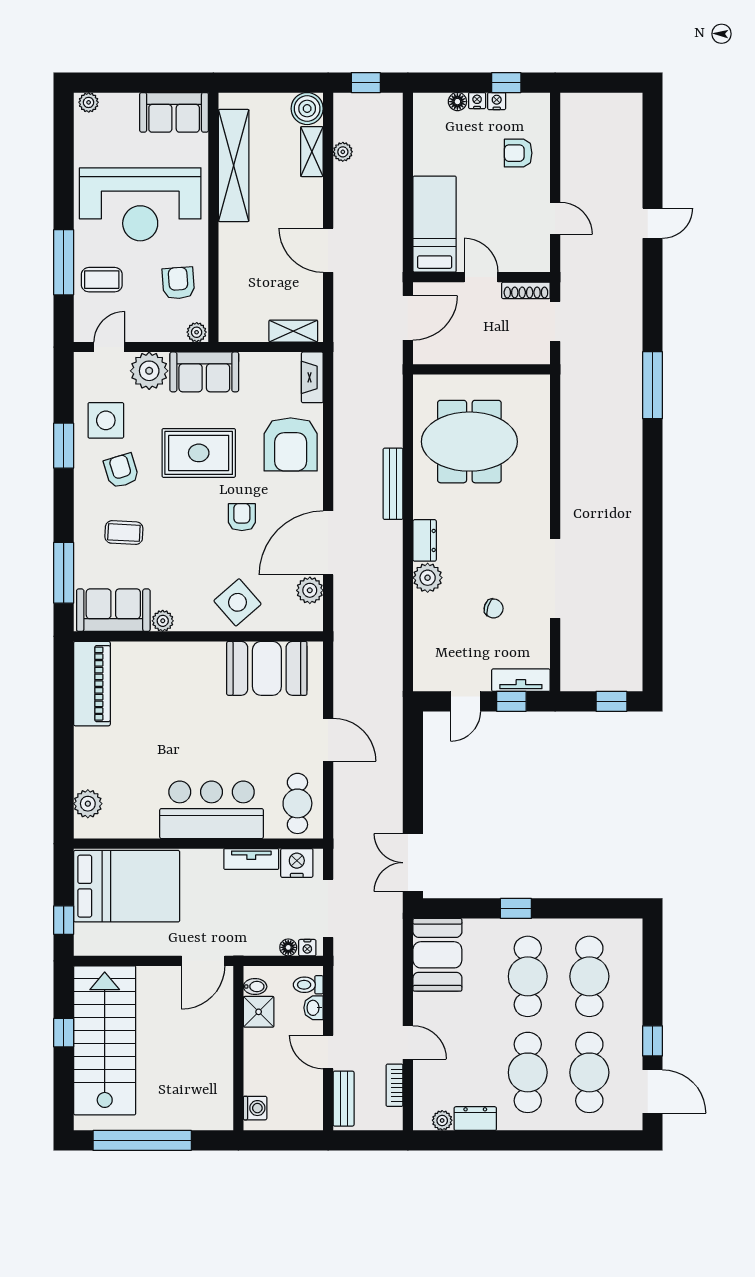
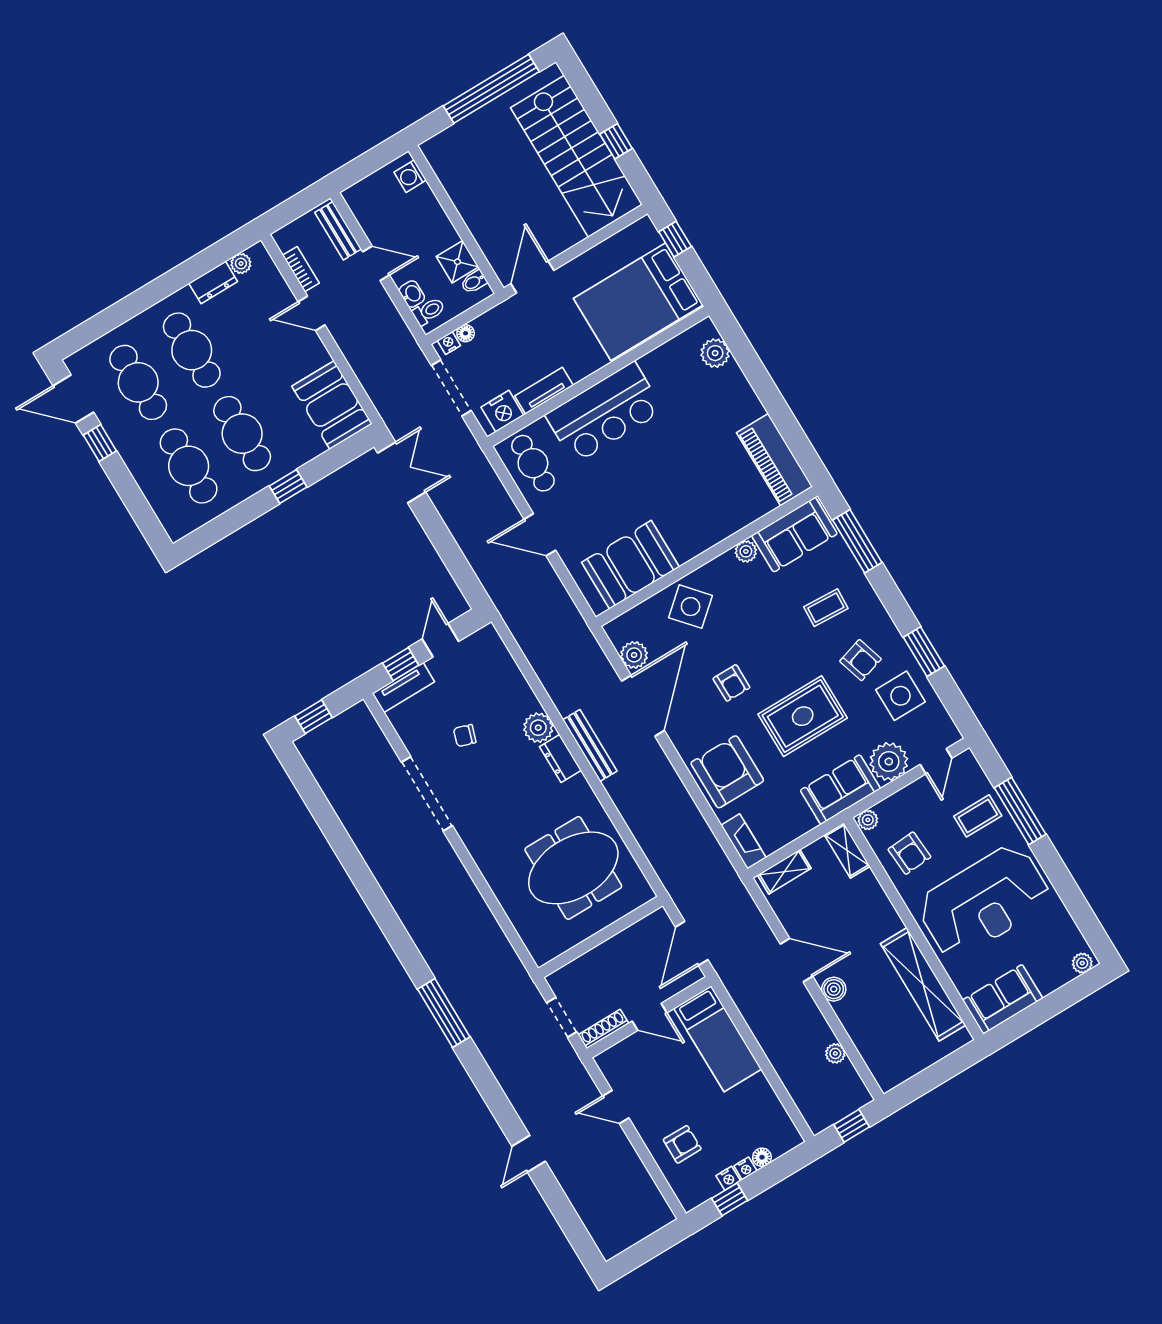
boiler: (307, 109) -> (834, 989), moved, width x0.73, depth x0.73
shelving: (312, 152) -> (847, 851), moved
reception desk: (140, 204) -> (984, 902), turned 180
bench: (393, 484) -> (590, 745), moved

